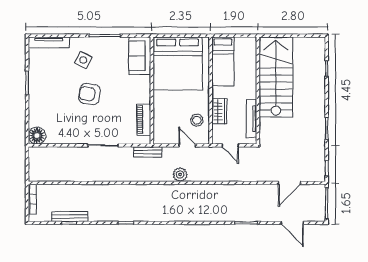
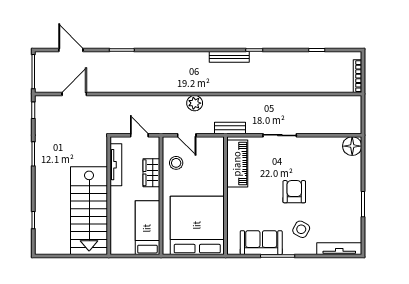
sofa: (140, 56) -> (261, 243), moved, turned -90
armchair: (90, 94) -> (294, 192), turned -98
piano: (144, 120) -> (237, 164), width x1.37, depth x1.33
bench: (70, 217) -> (229, 57), moved

